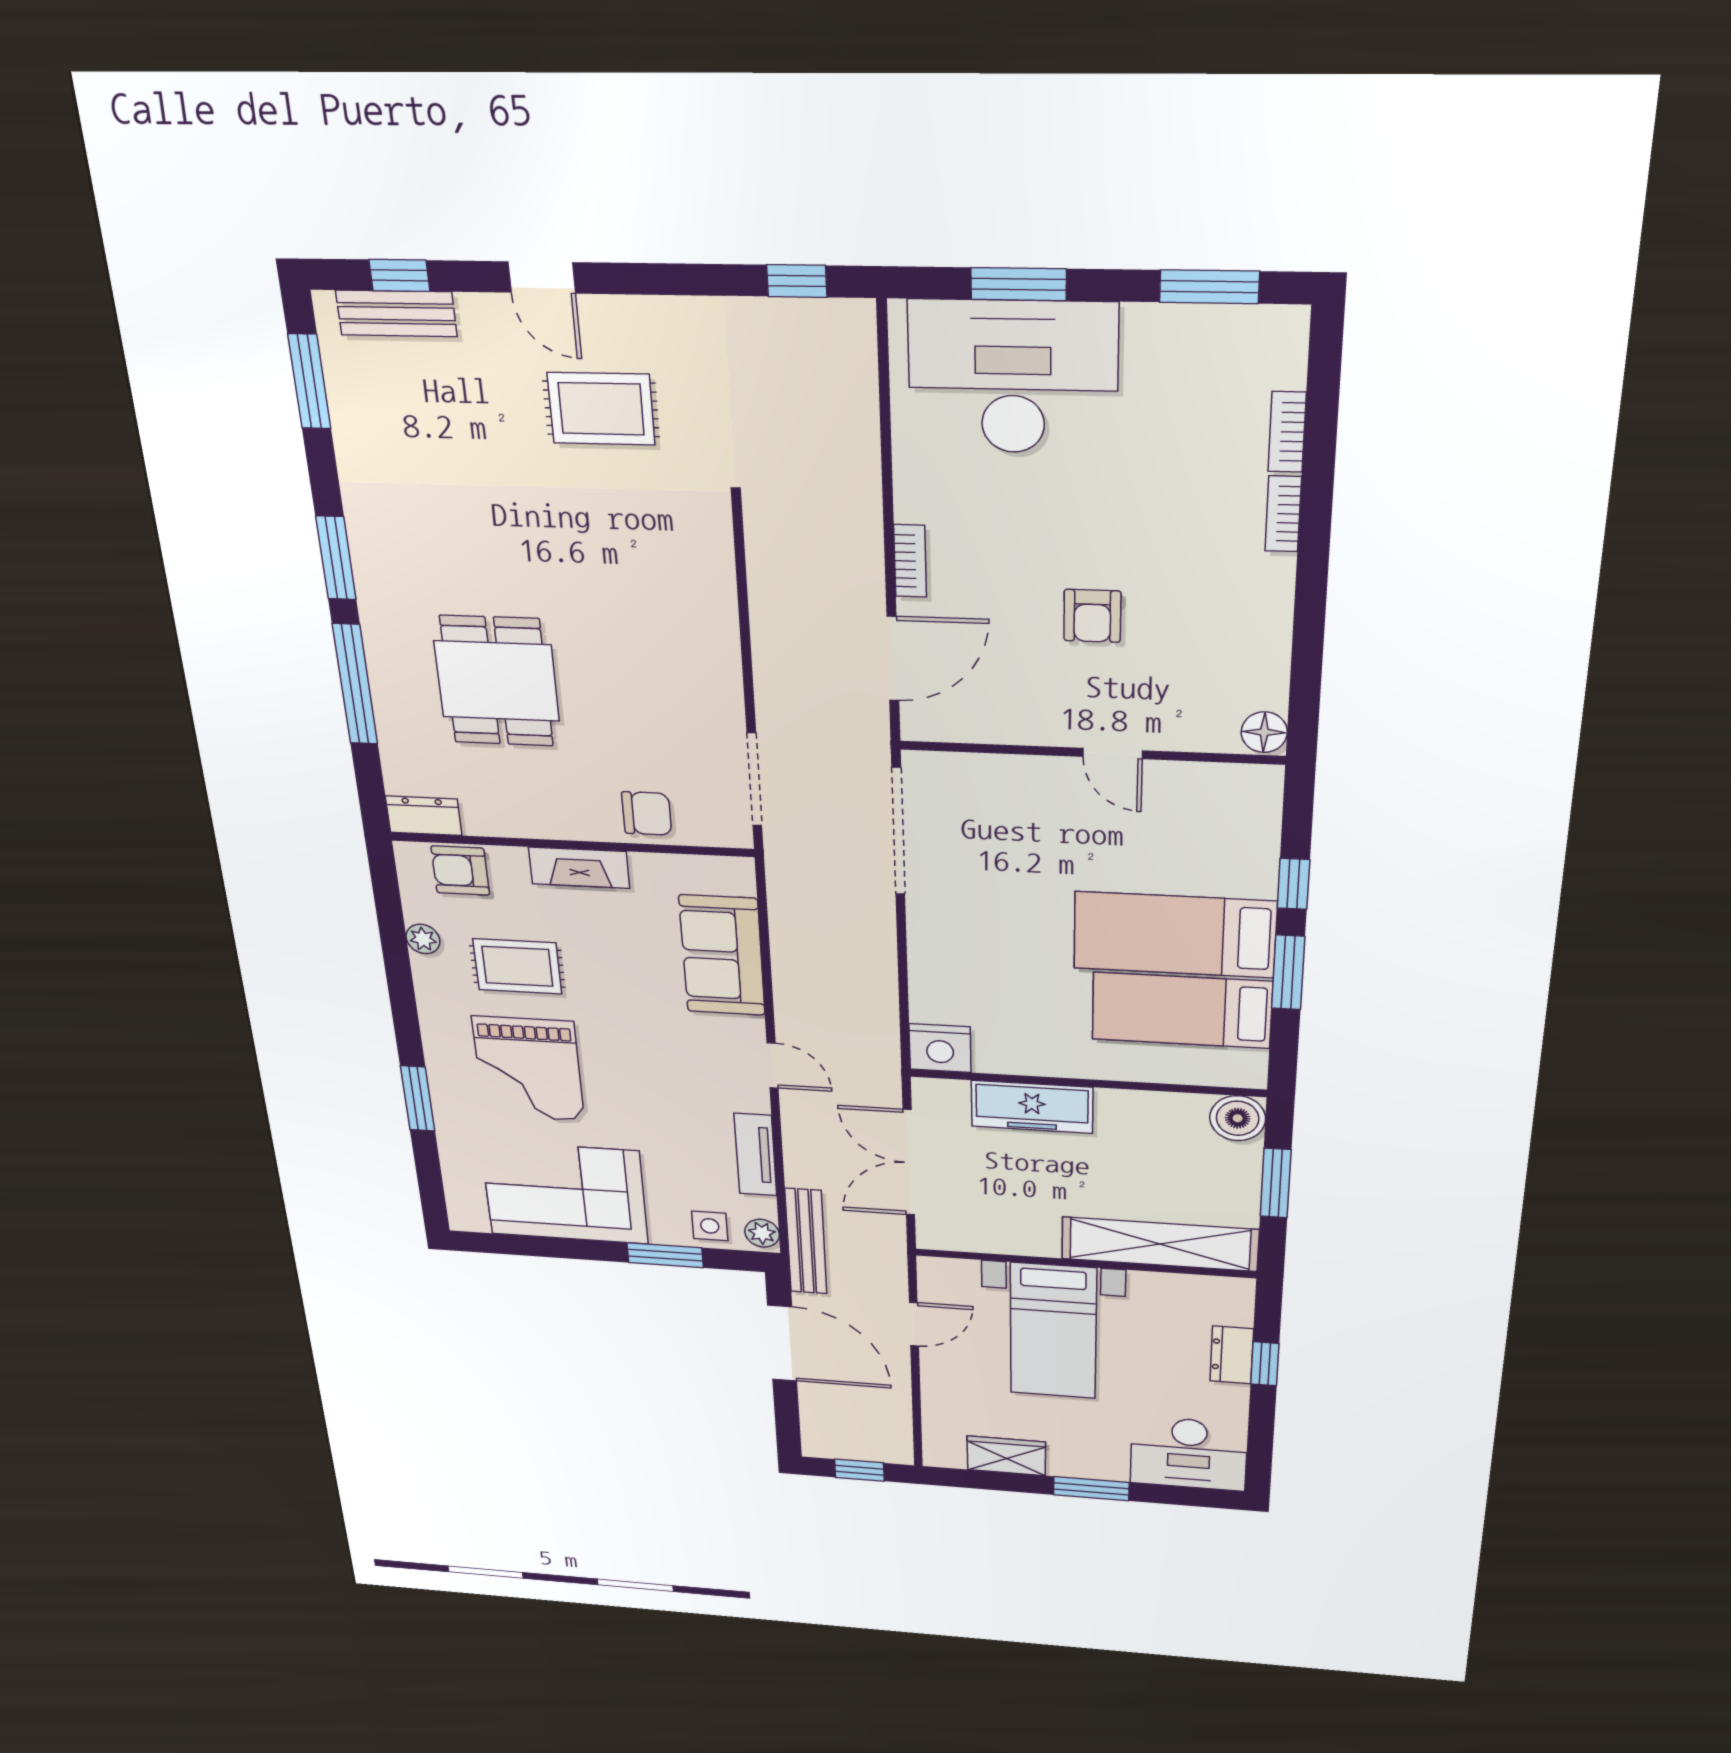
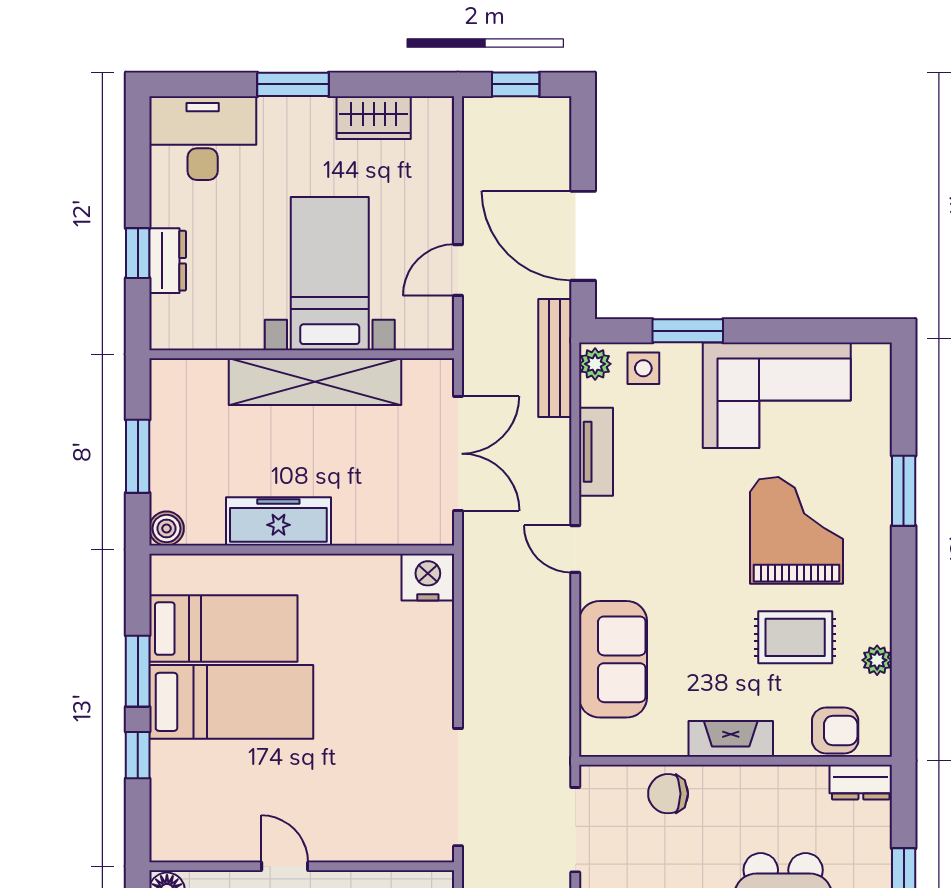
freezer: (1032, 1107) -> (278, 521), moved
boiler: (1238, 1118) -> (166, 528), width x0.73, depth x0.73
shelving: (1160, 1244) -> (315, 382), moved

